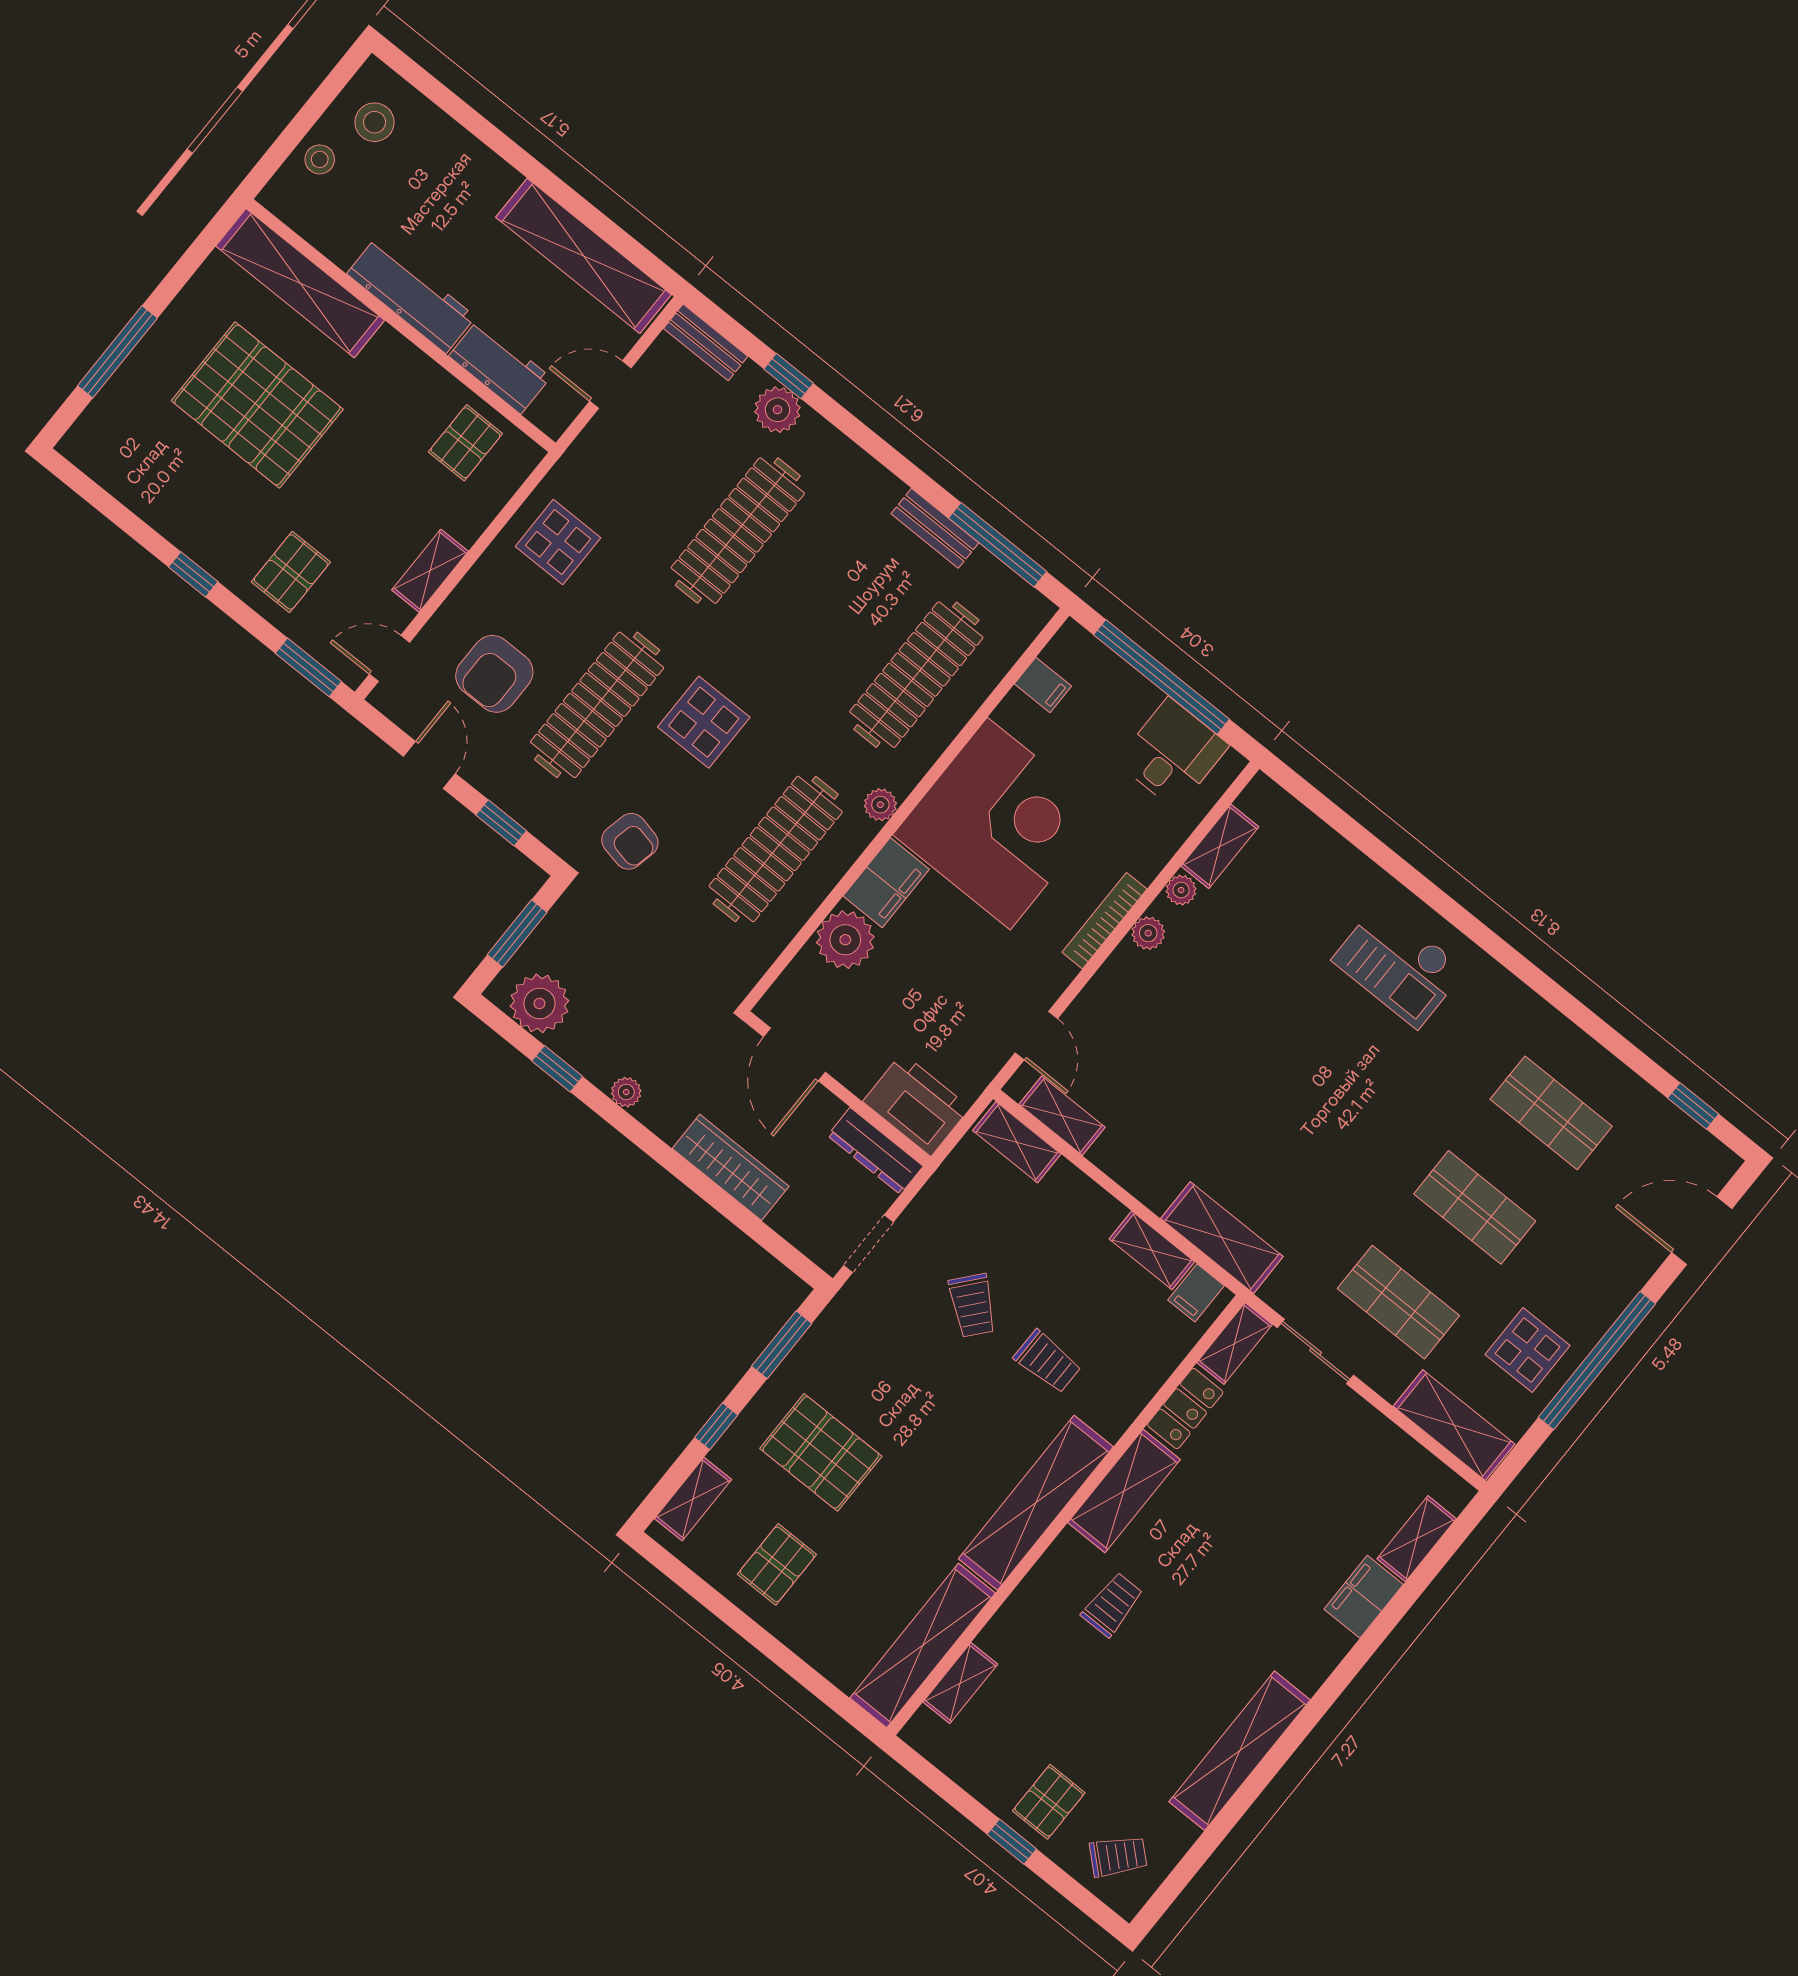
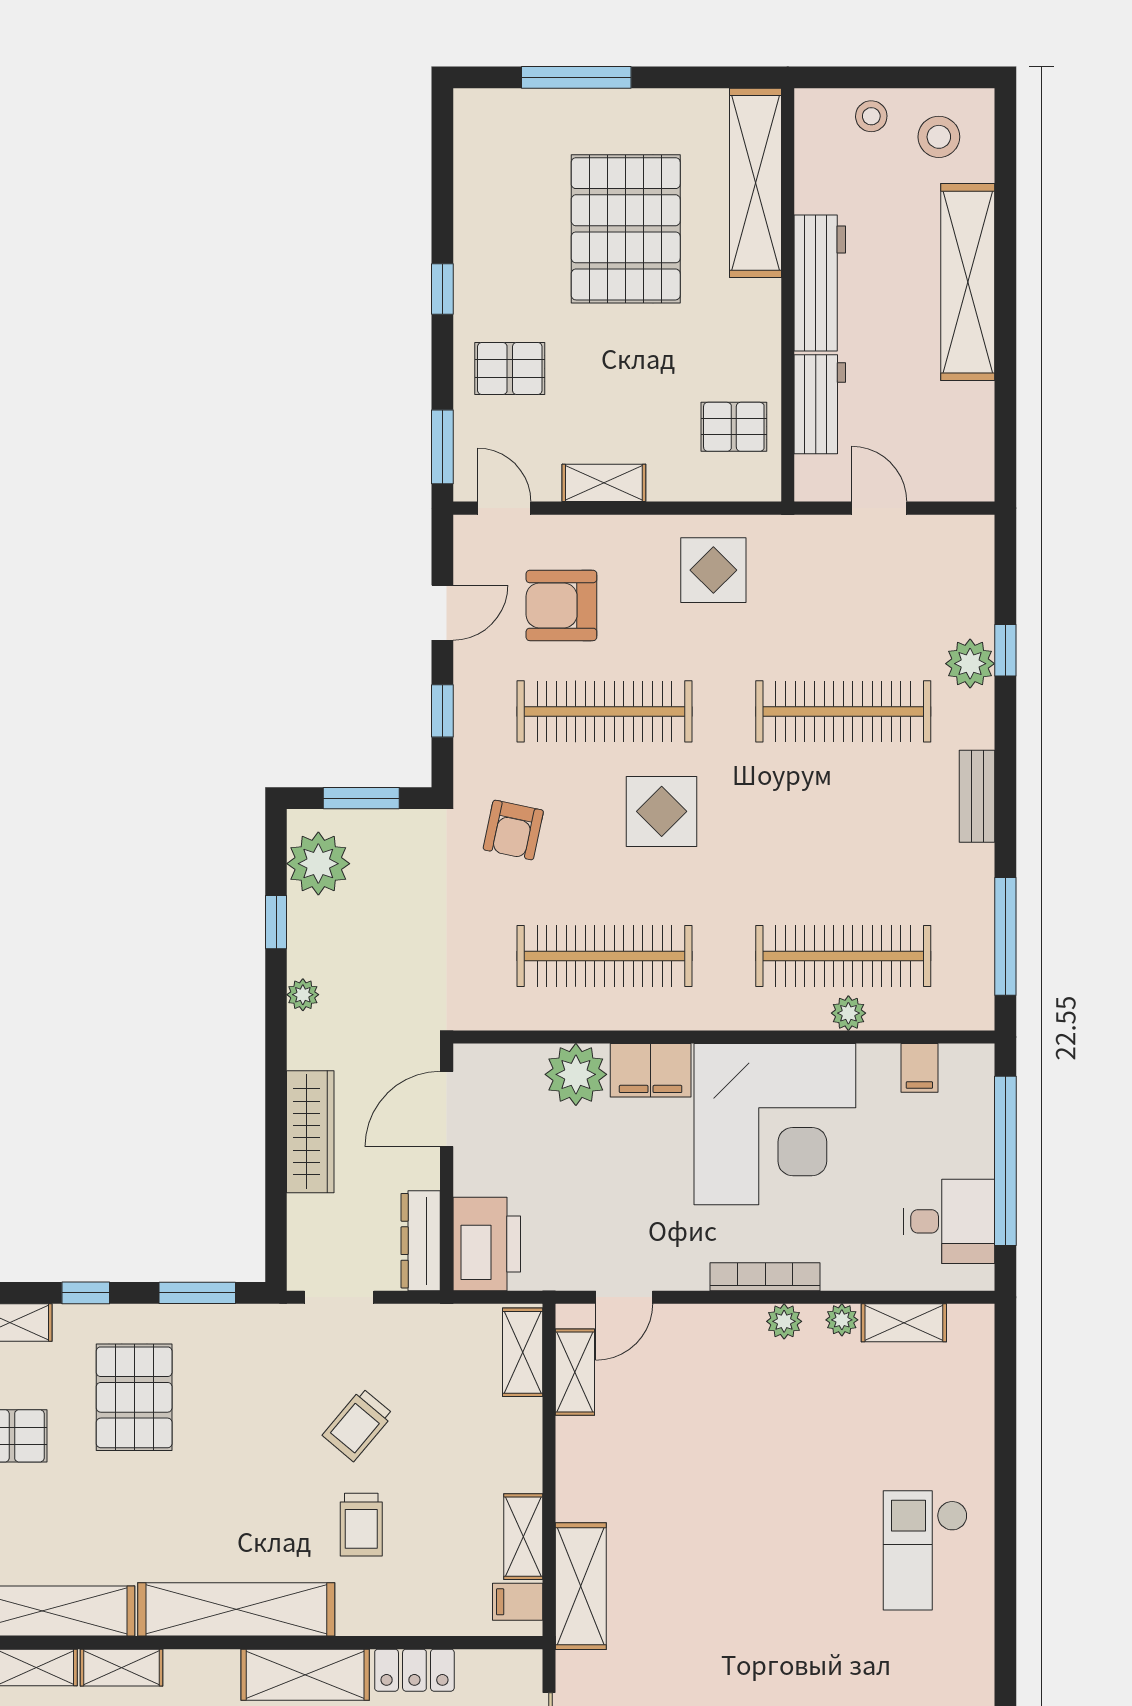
shelving: (584, 256) -> (968, 282), moved
bench: (706, 342) -> (978, 559), removed
bench: (935, 528) -> (977, 796), moved
plant: (880, 805) -> (848, 1013), moved
shelving: (1235, 1343) -> (122, 1668), moved

